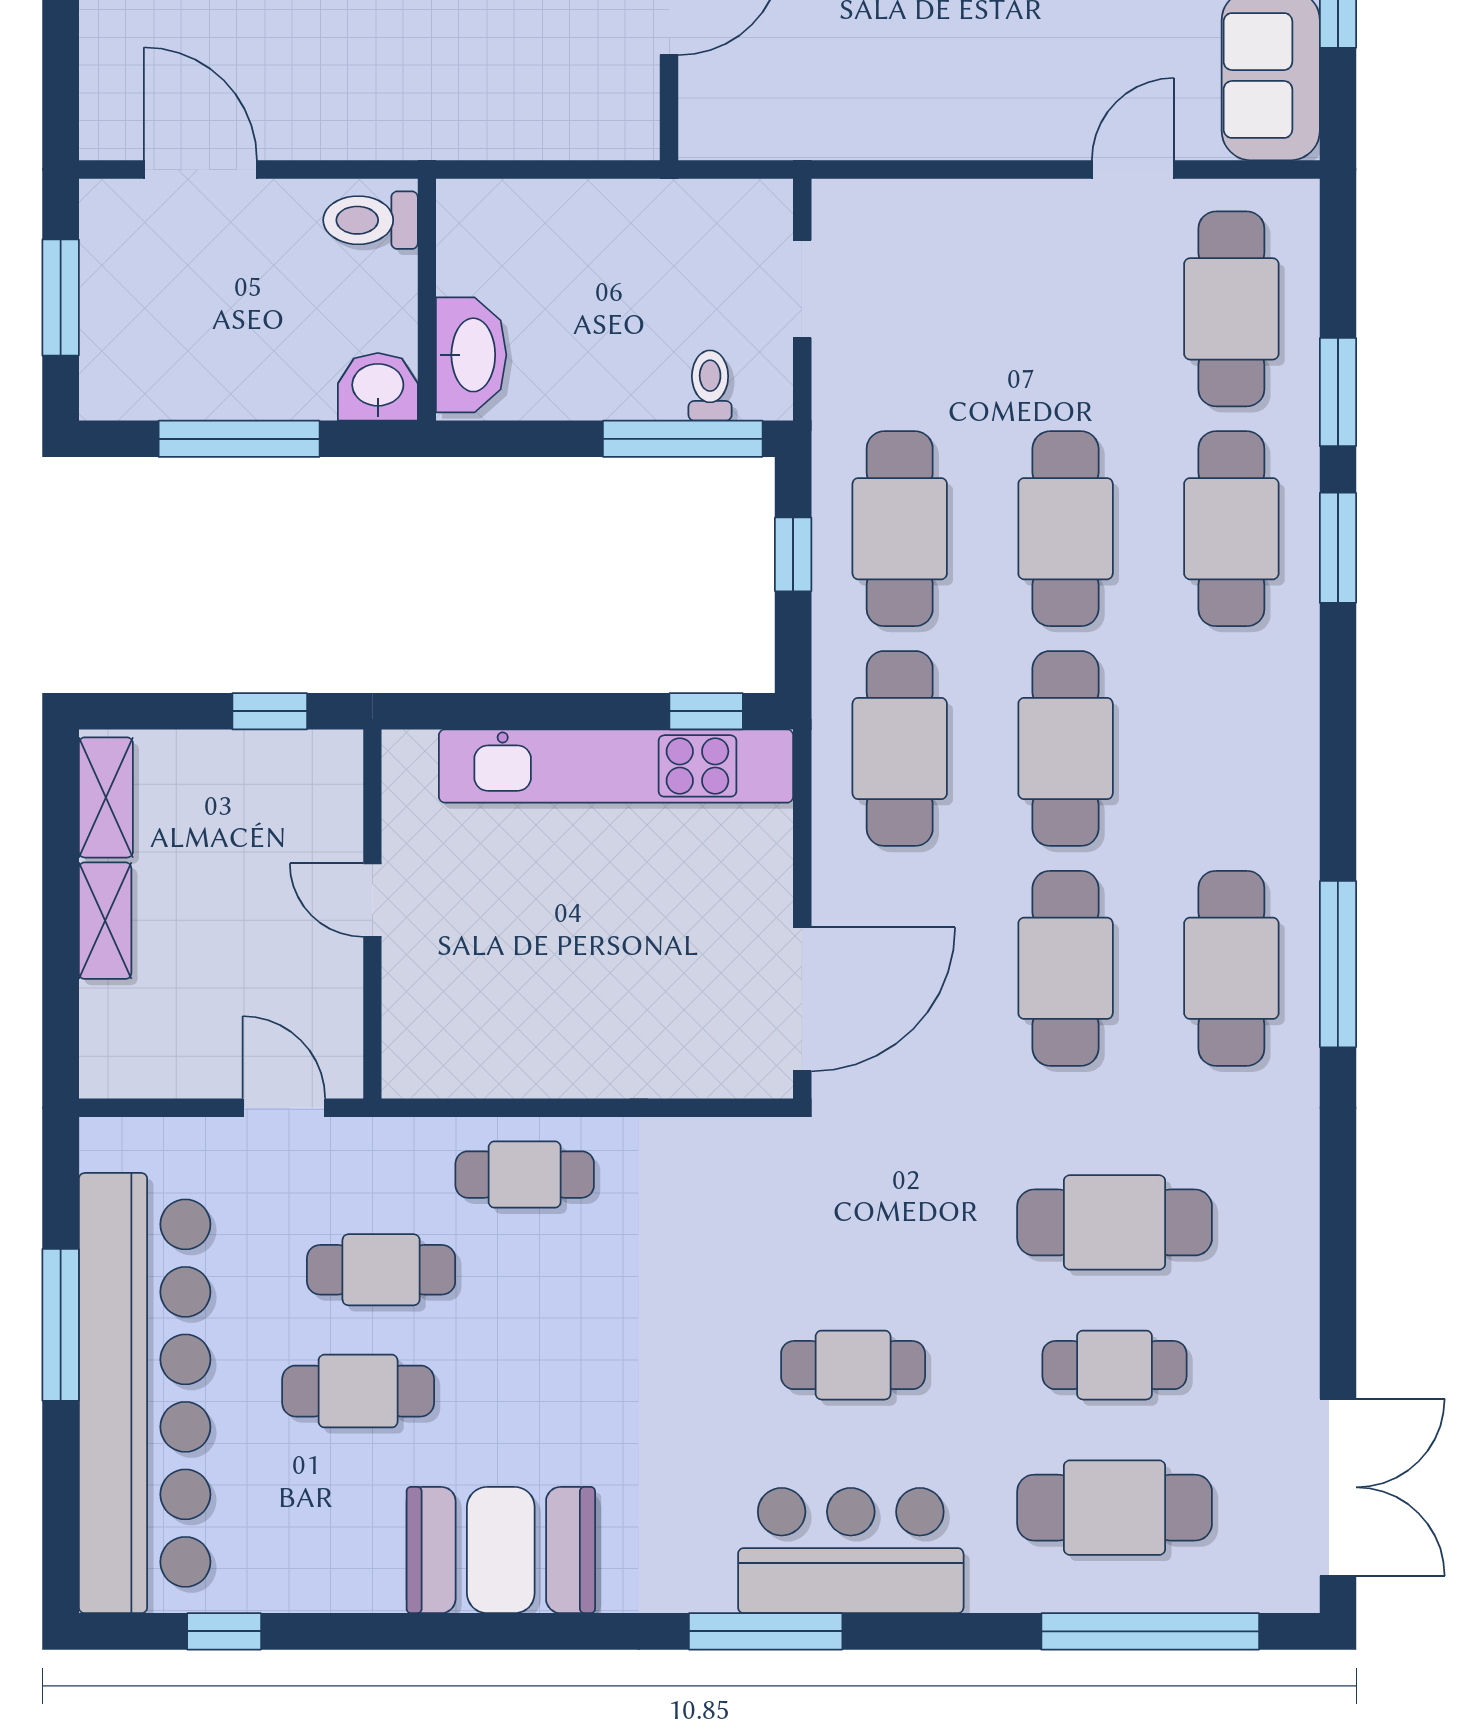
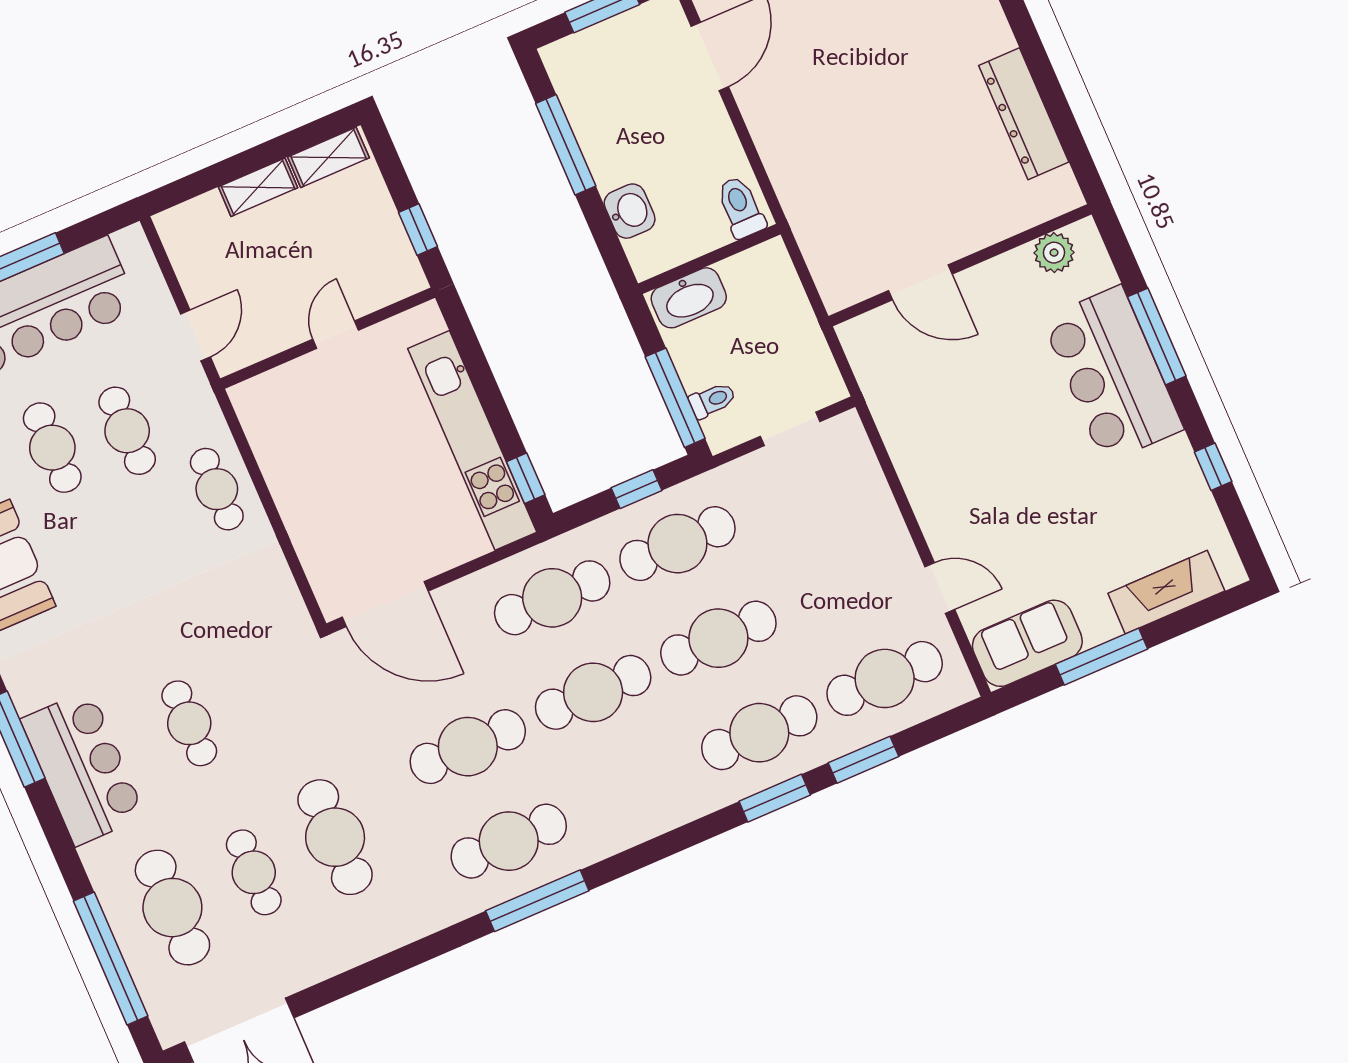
toilet: (370, 220) -> (741, 207), moved
wall: (427, 300) -> (709, 259), moved
washbasin: (471, 355) -> (689, 298), moved

